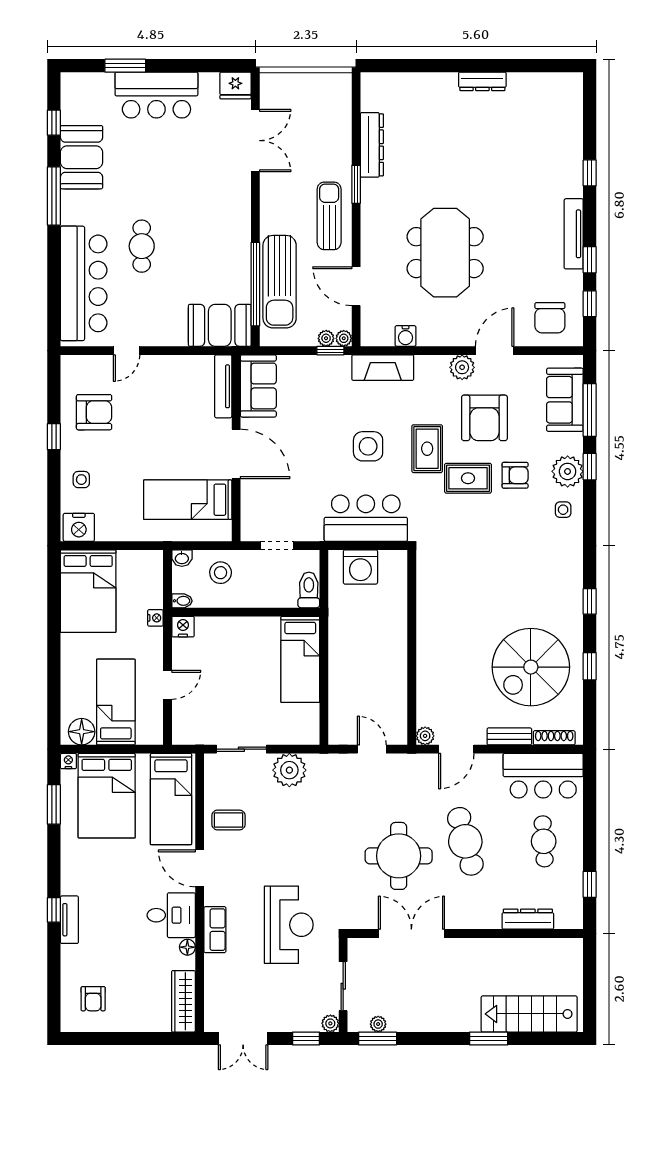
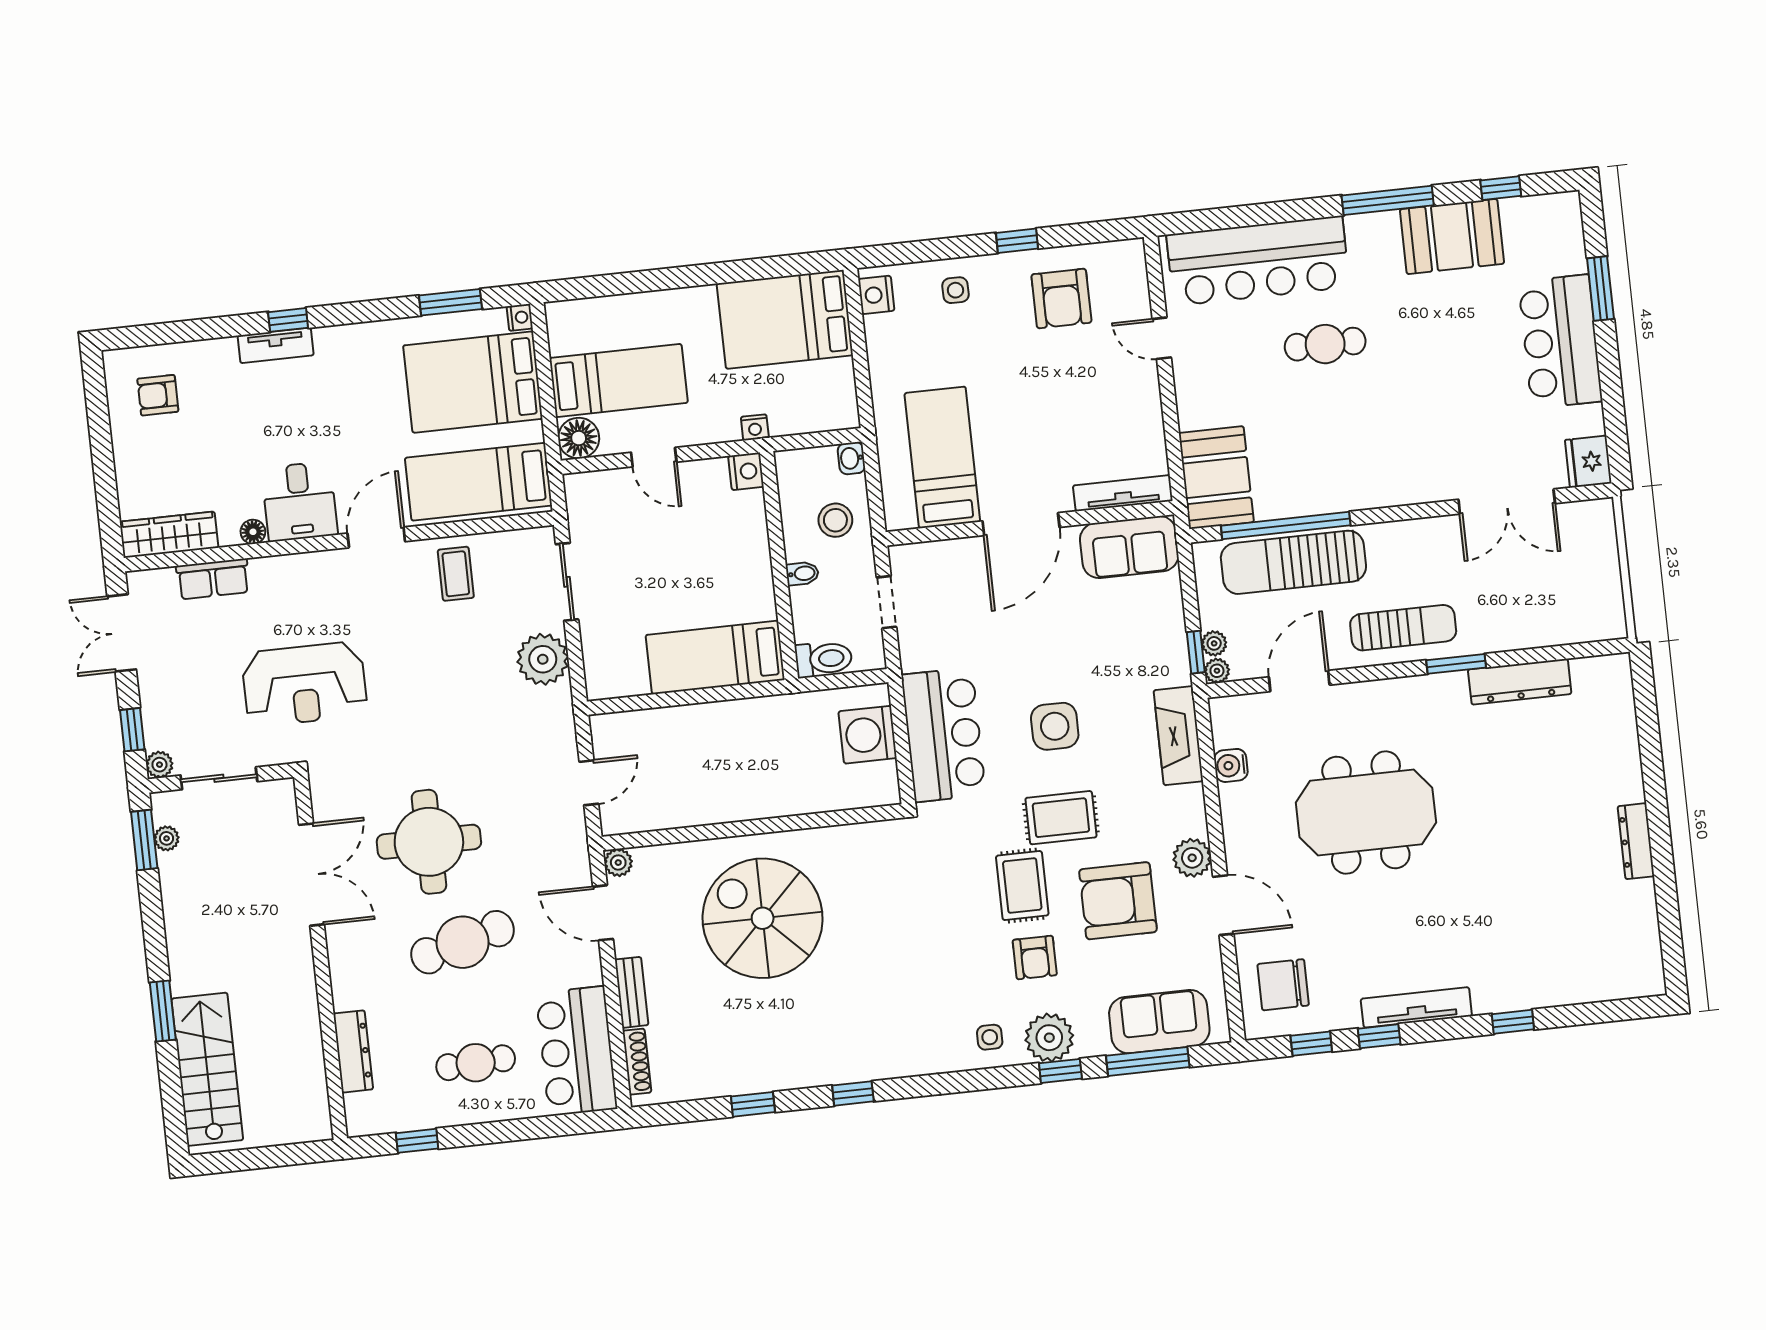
nightstand: (79, 527) -> (876, 295), width x0.74, depth x0.75
bidet: (182, 601) -> (802, 574), moved, turned -90
spiral stairs: (531, 667) -> (763, 918), moved
floor lamp: (82, 732) -> (579, 438), moved
row of seats: (215, 930) -> (213, 579), moved

